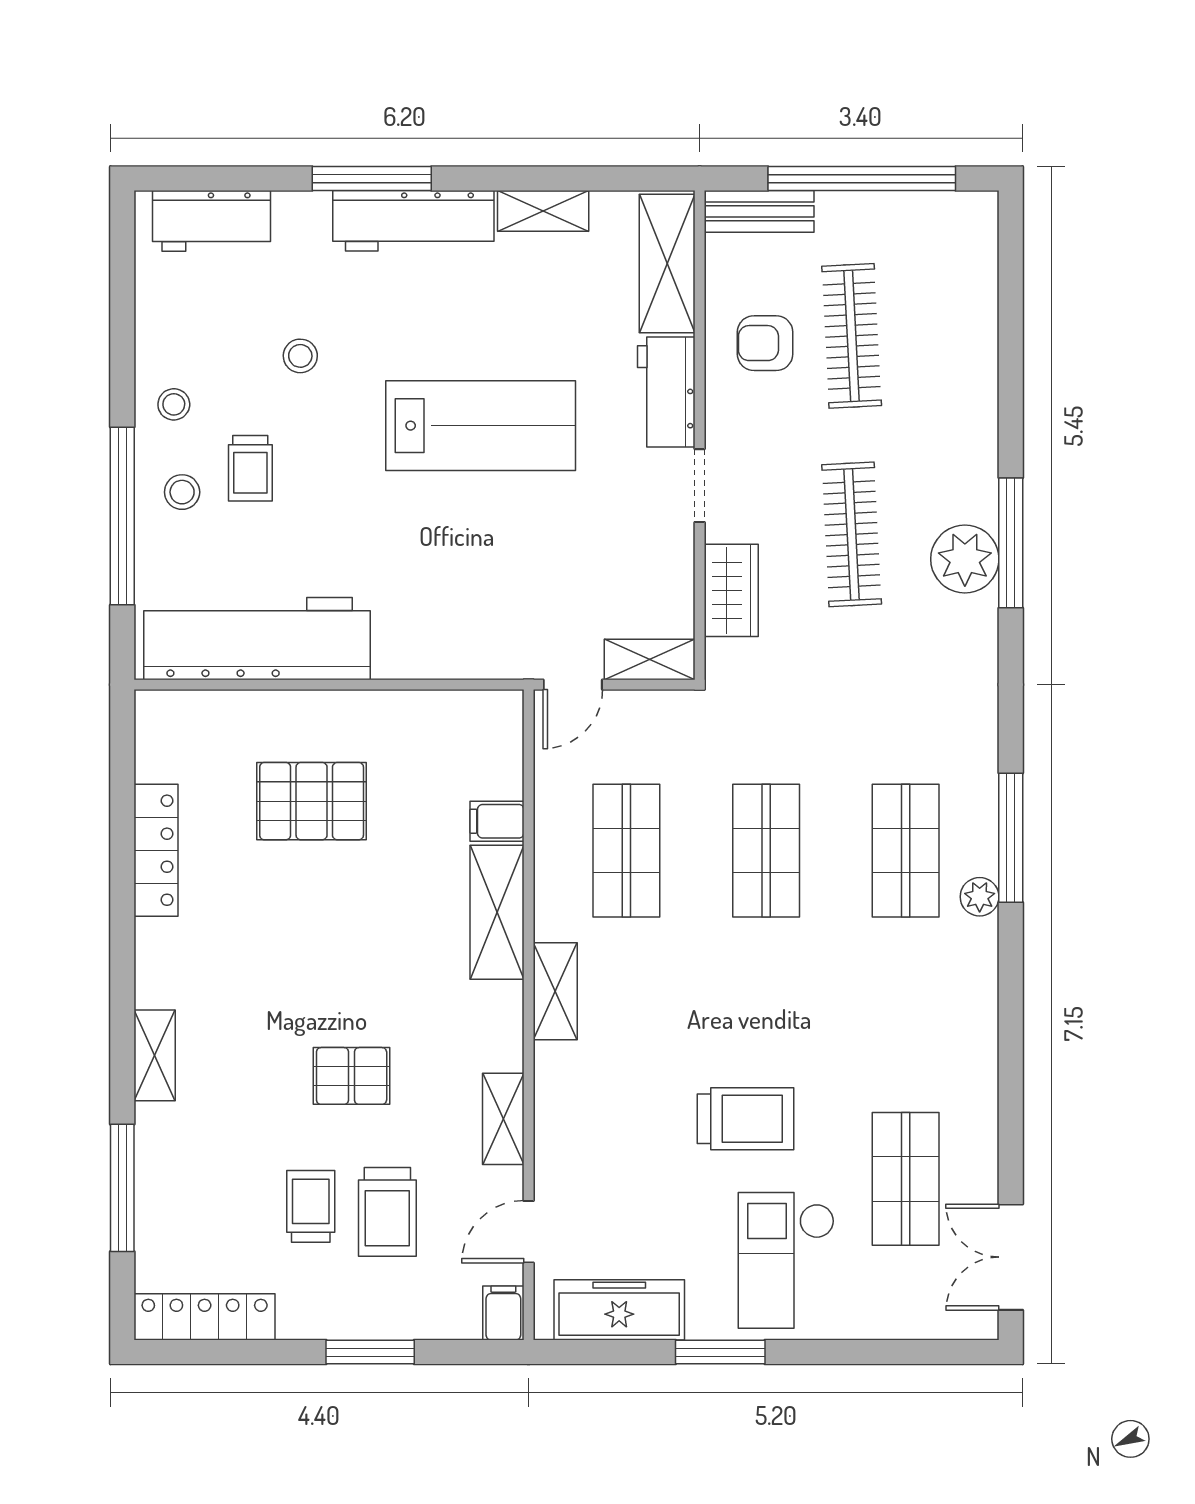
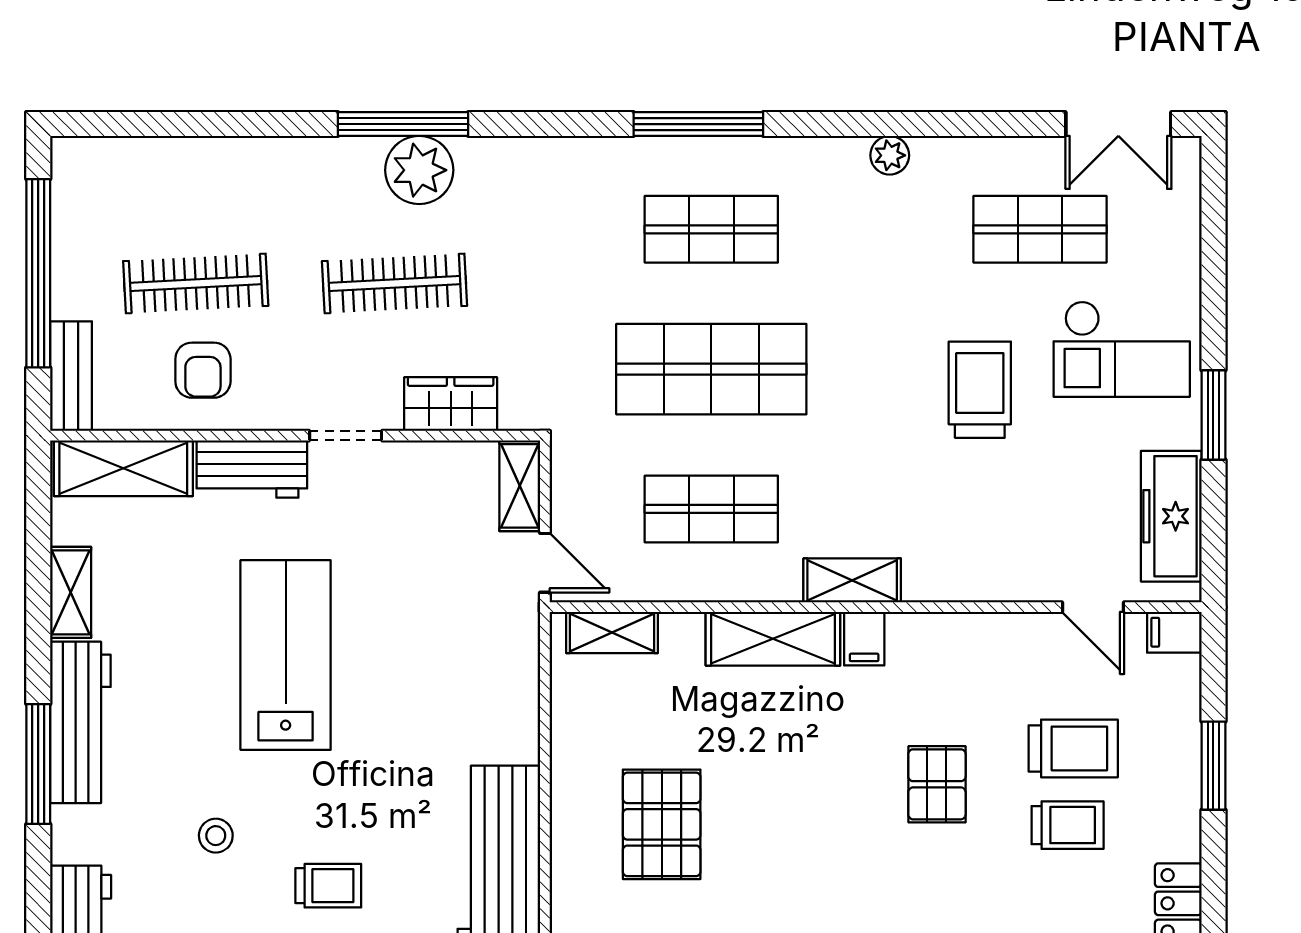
filing cabinet: (497, 821) -> (864, 639), moved
shop shelf: (766, 851) -> (711, 369), width x1.43, depth x1.36
plant: (980, 897) -> (890, 155), moved
shelving: (503, 1119) -> (612, 632), moved
trolley: (311, 1206) -> (1068, 825), turned 180

